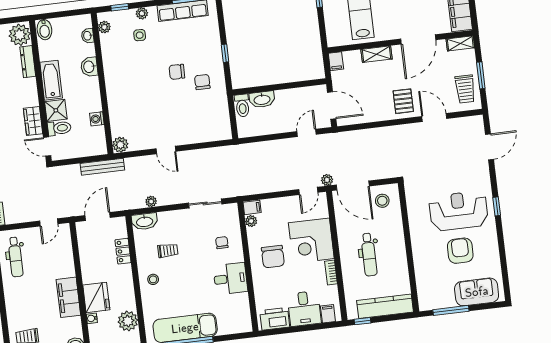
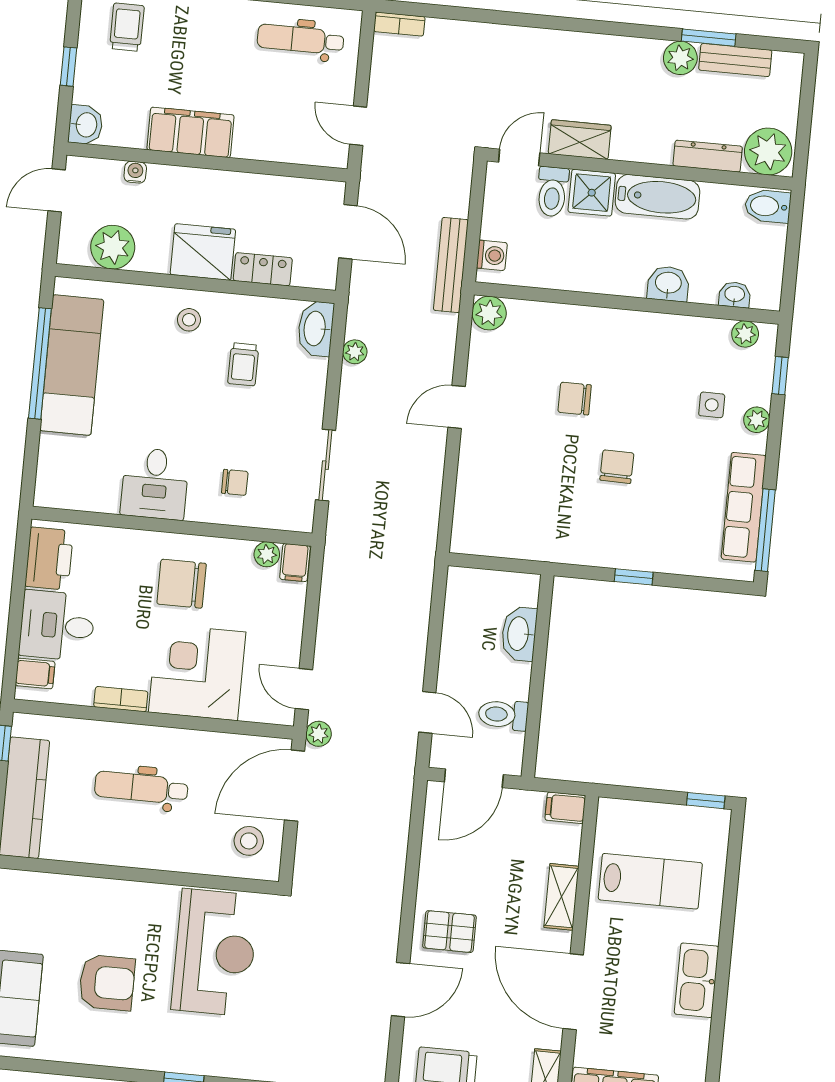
chair: (202, 82) -> (575, 399), moved, turned 180
toilet: (242, 105) -> (503, 715), moved
washing machine: (97, 119) -> (492, 255), moved, turned 90
reception desk: (459, 211) -> (215, 952), moved
fridge: (96, 297) -> (203, 252), moved, turned 180

